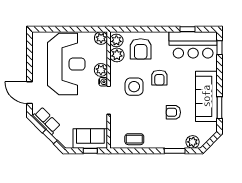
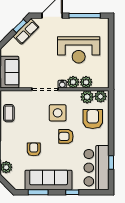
plant: (101, 38) -> (86, 82), moved
window: (220, 48) -> (72, 192), moved
armchair: (141, 49) -> (93, 119), turned 90
window: (30, 58) -> (85, 16), added
reception desk: (66, 64) -> (79, 50), width x0.74, depth x0.77
window: (50, 137) -> (20, 26), moved

